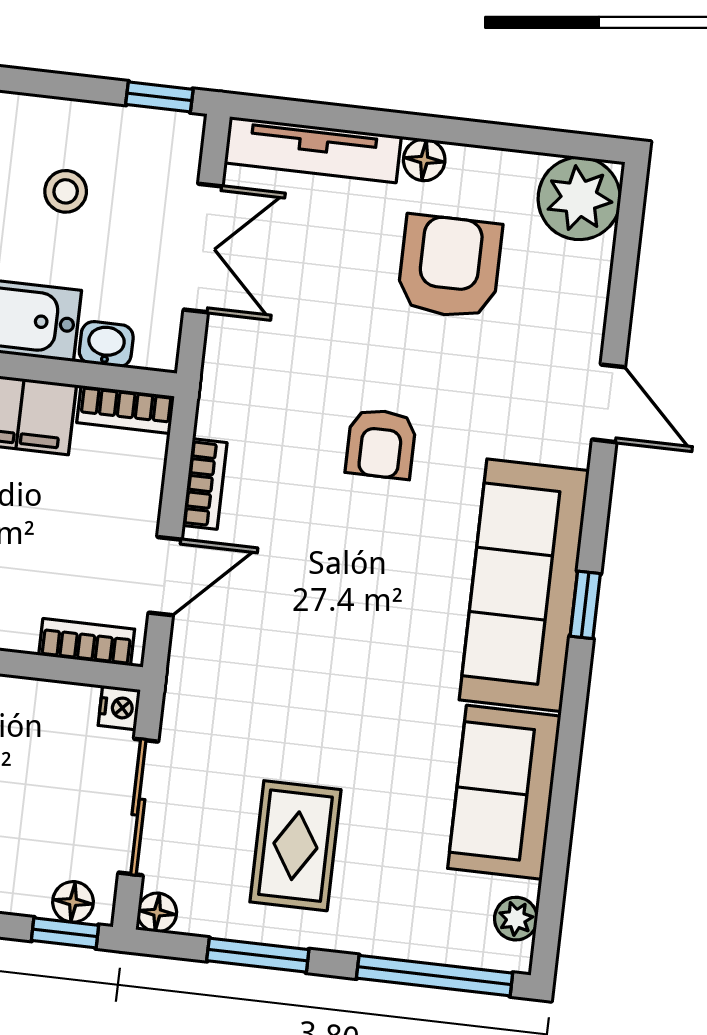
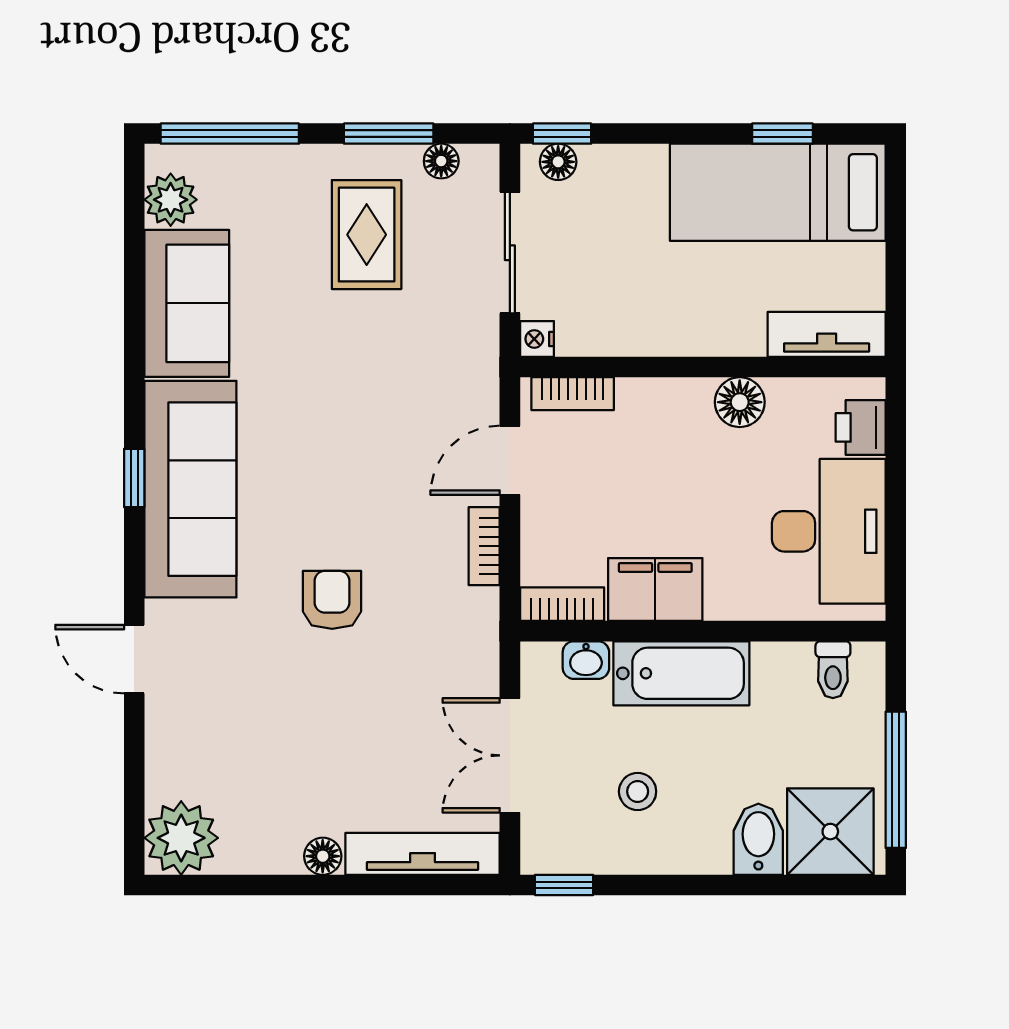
armchair: (450, 267) -> (289, 764), removed
floor lamp: (157, 913) -> (441, 161), moved
plant: (516, 919) -> (171, 200), width x1.38, depth x1.38

